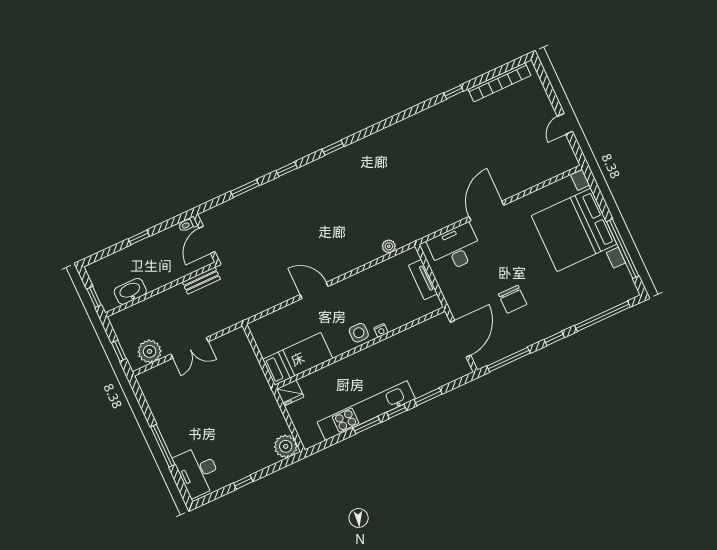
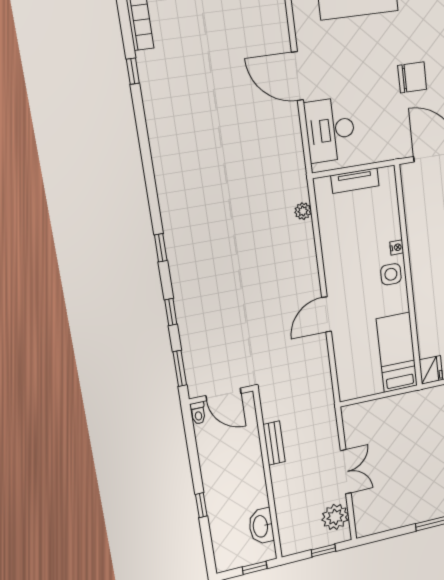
toilet: (188, 224) -> (198, 413), moved
wall: (206, 238) -> (221, 395), moved
door: (207, 240) -> (224, 394), moved

